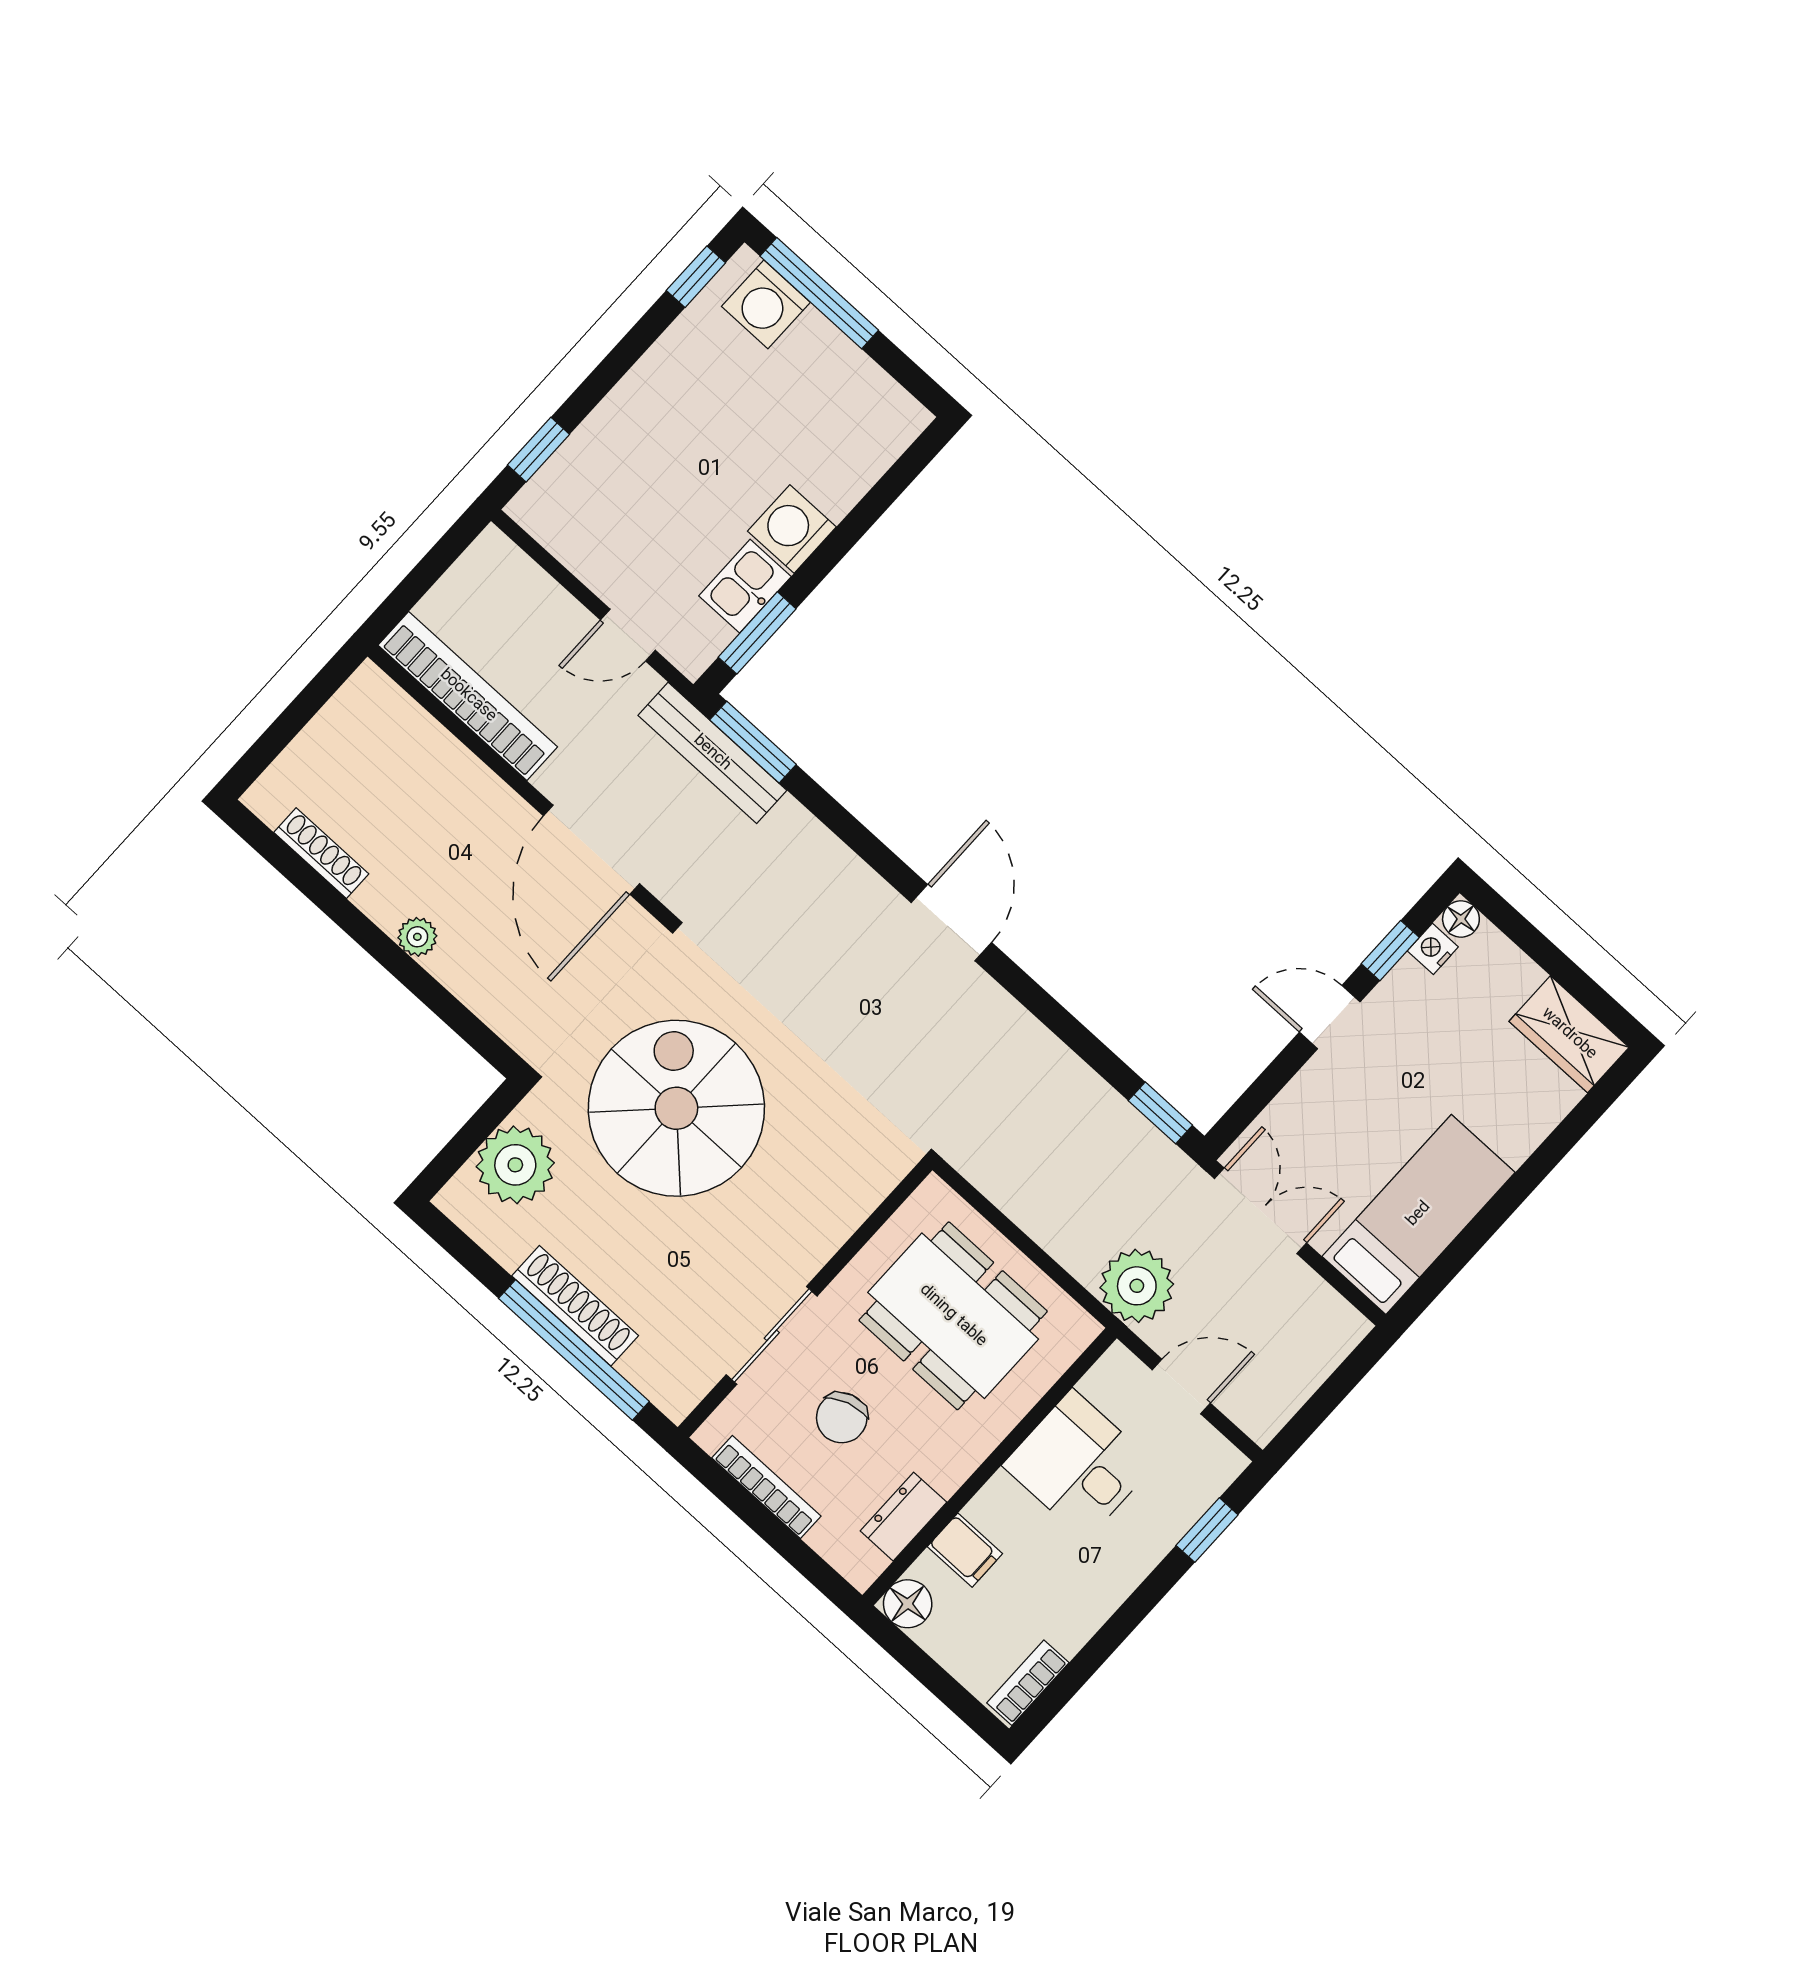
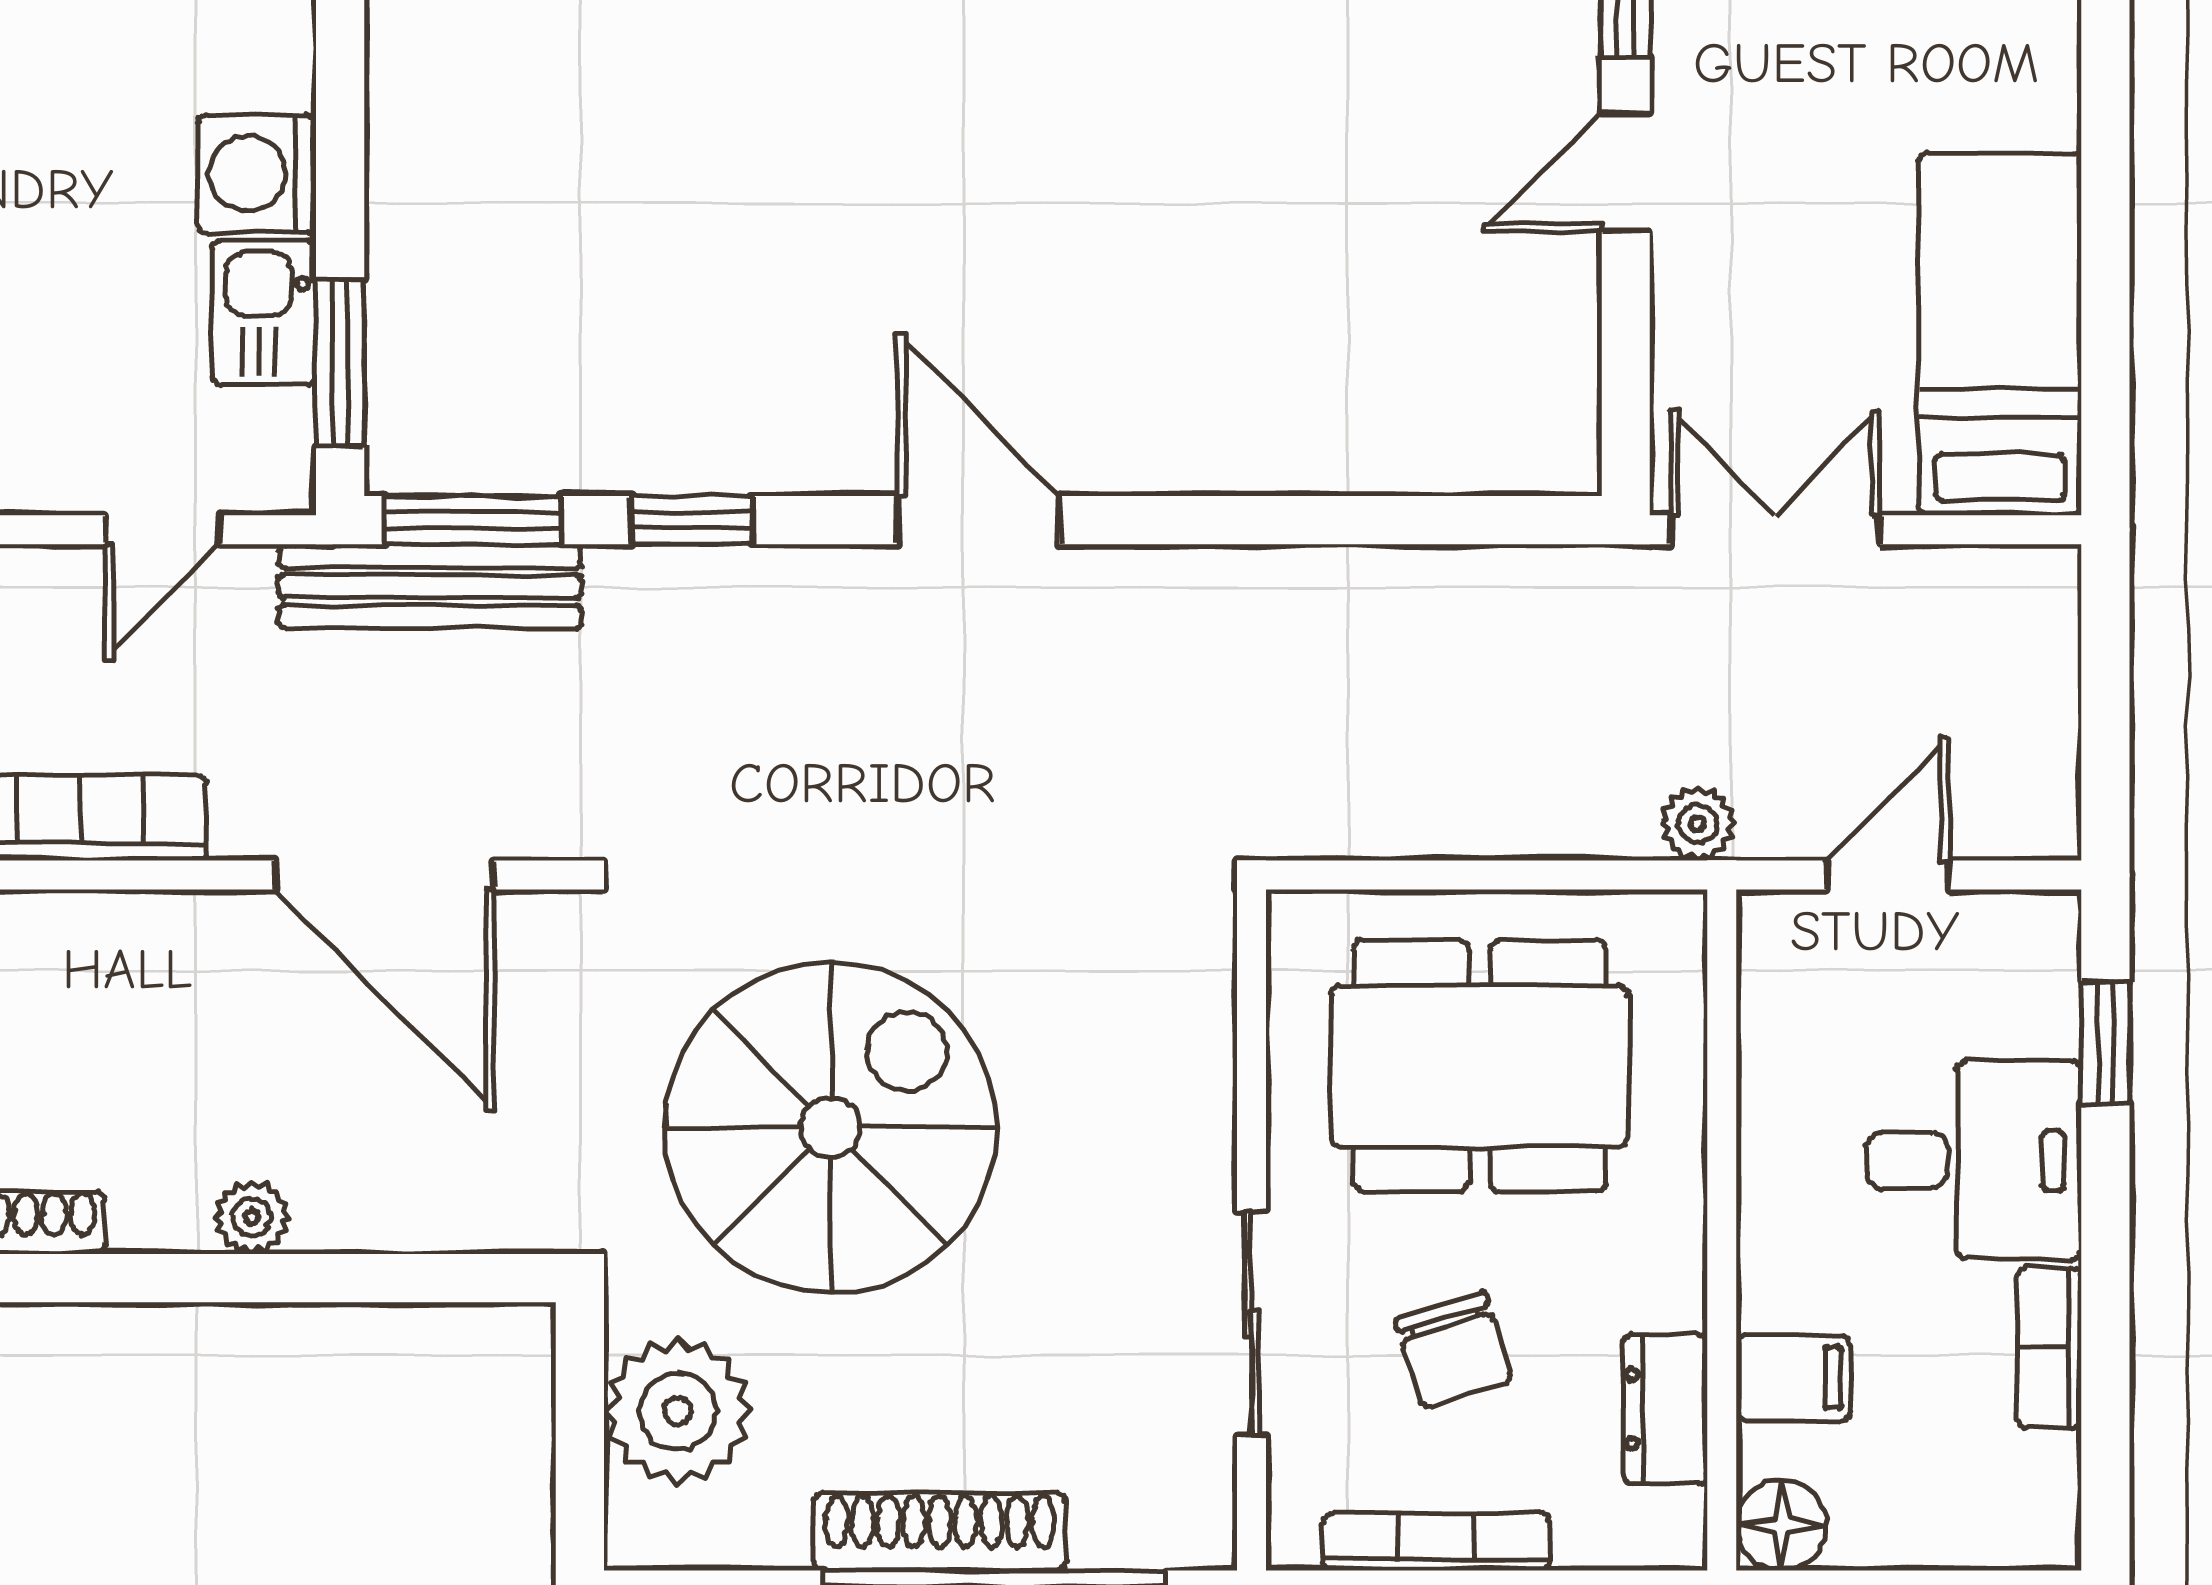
spiral stairs: (676, 1108) -> (830, 1128), turned 90
window: (1160, 1113) -> (692, 520), moved
plant: (1137, 1286) -> (1698, 824), width x0.53, depth x0.53
desk: (1079, 1465) -> (1974, 1160), moved, turned 180
bookcase: (1028, 1683) -> (2049, 1348), moved

